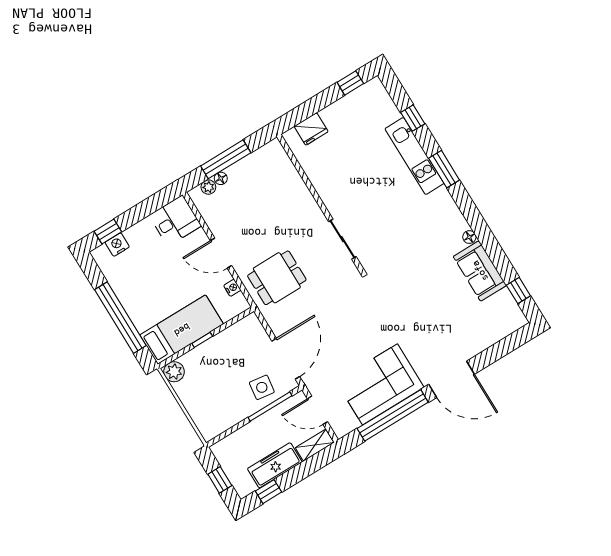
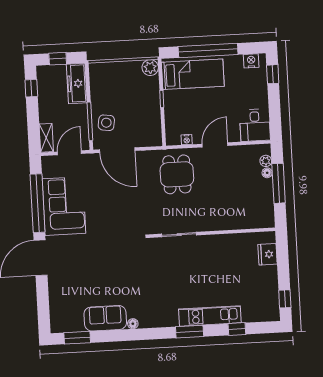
nightstand: (117, 245) -> (251, 61), moved, turned -90
window: (518, 290) -> (77, 338), width x1.50
bed: (182, 330) -> (193, 74), moved, turned -90
freezer: (275, 465) -> (77, 83), moved, turned 180

